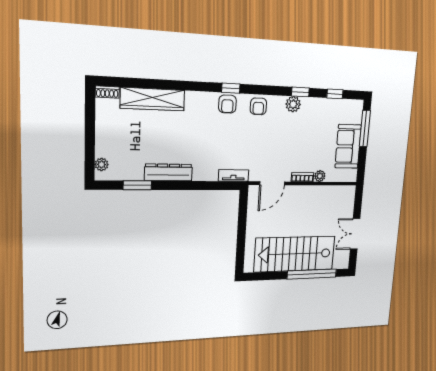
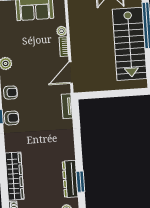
dresser: (168, 172) -> (70, 179), moved
door: (272, 183) -> (71, 73), swing flipped

